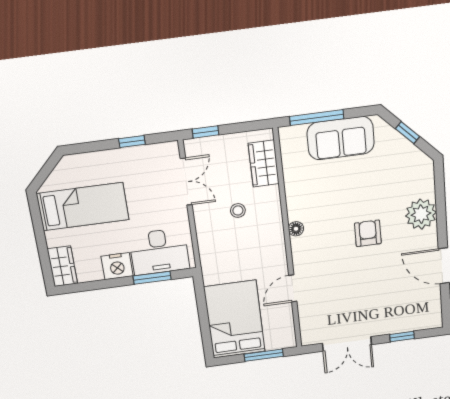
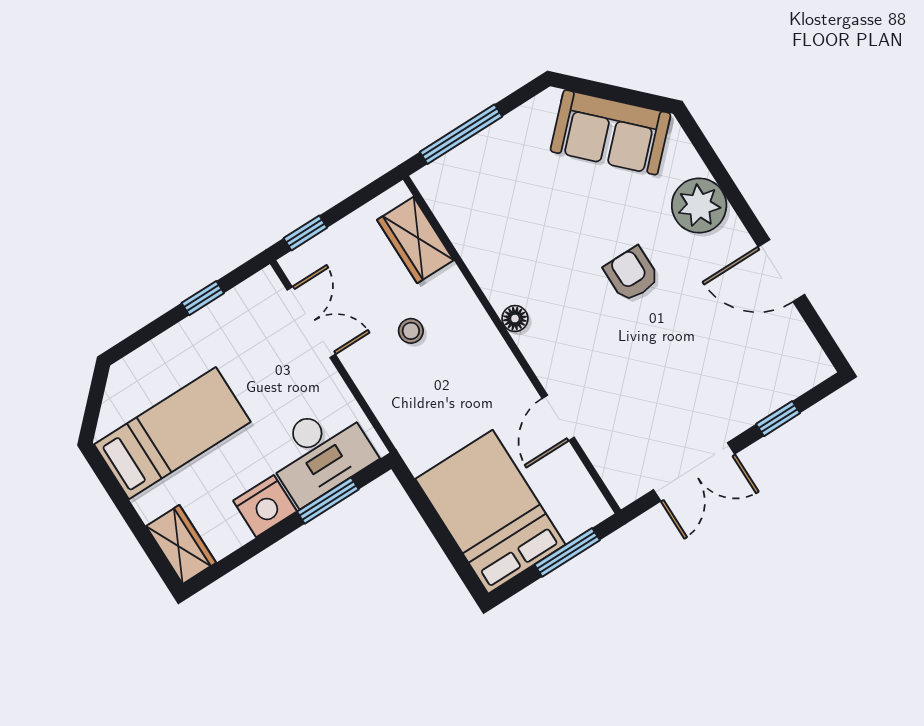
window: (408, 133) -> (610, 92), removed
sofa: (341, 138) -> (611, 132), moved, turned 45

